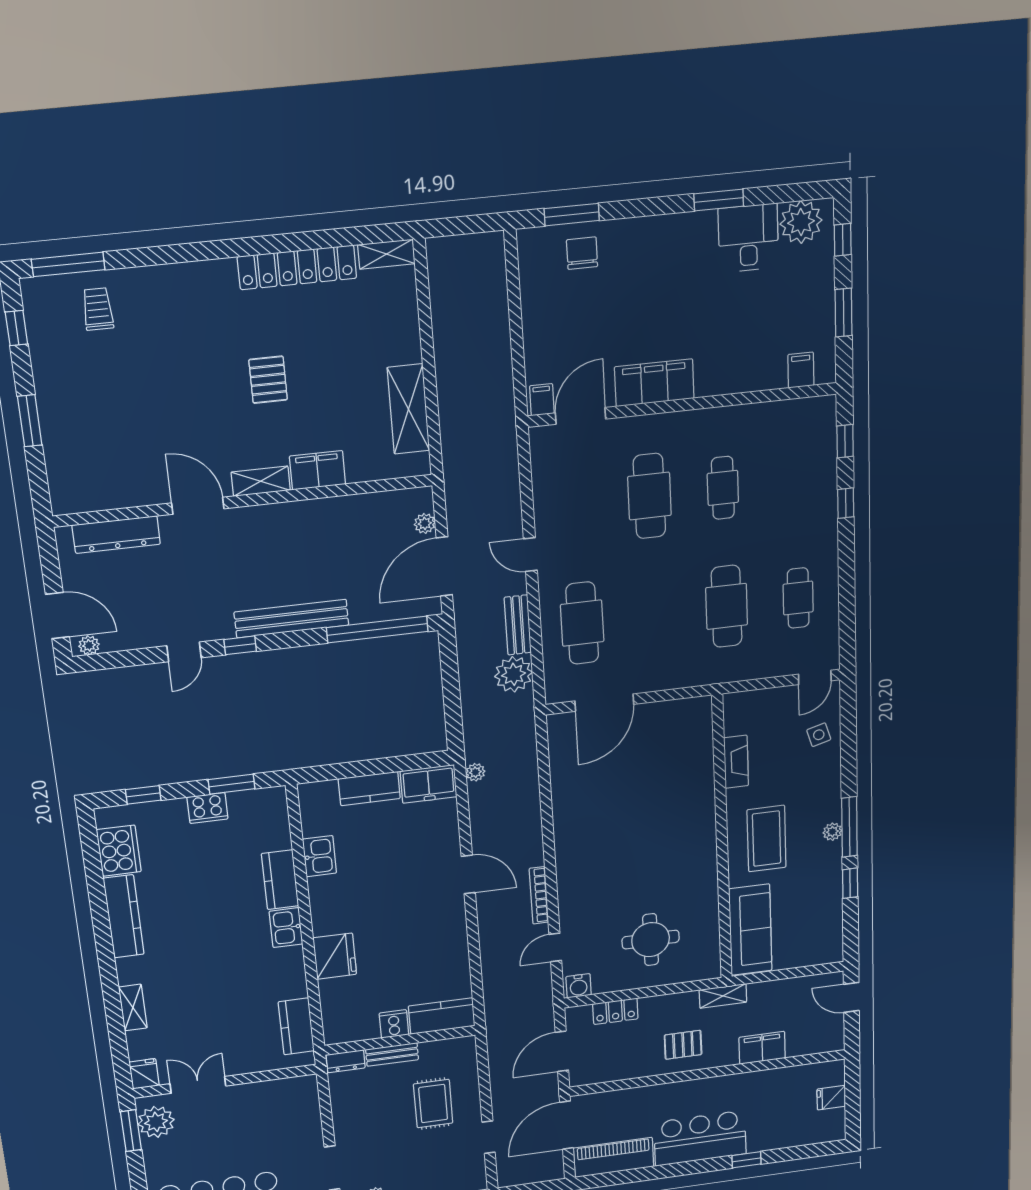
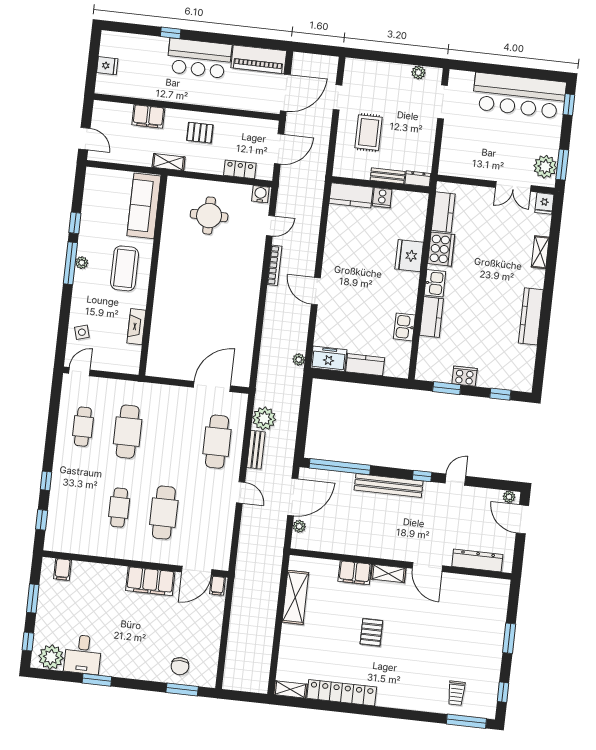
cooker: (119, 851) -> (441, 249), moved, turned 180

